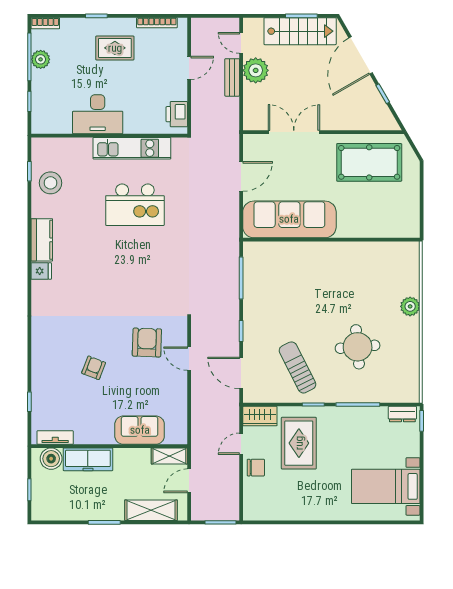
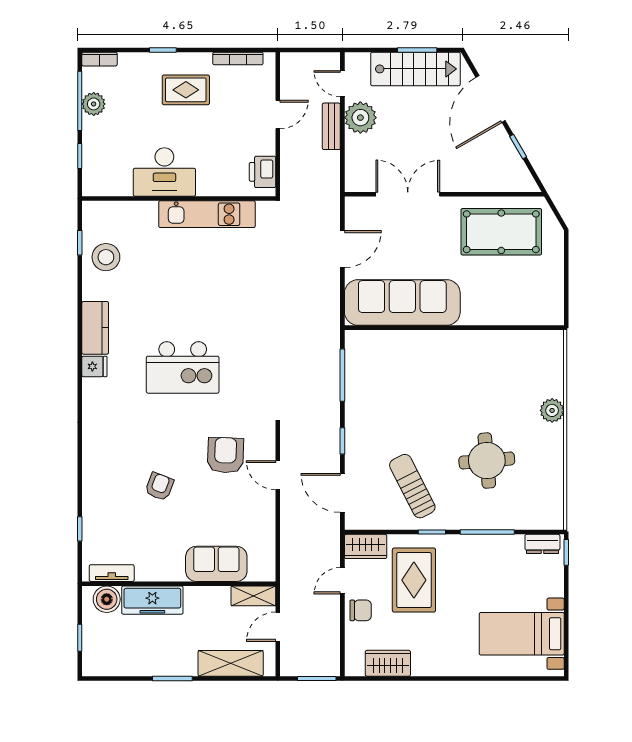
kitchen island: (135, 205) -> (183, 367), moved
wardrobe: (278, 510) -> (388, 663), added

